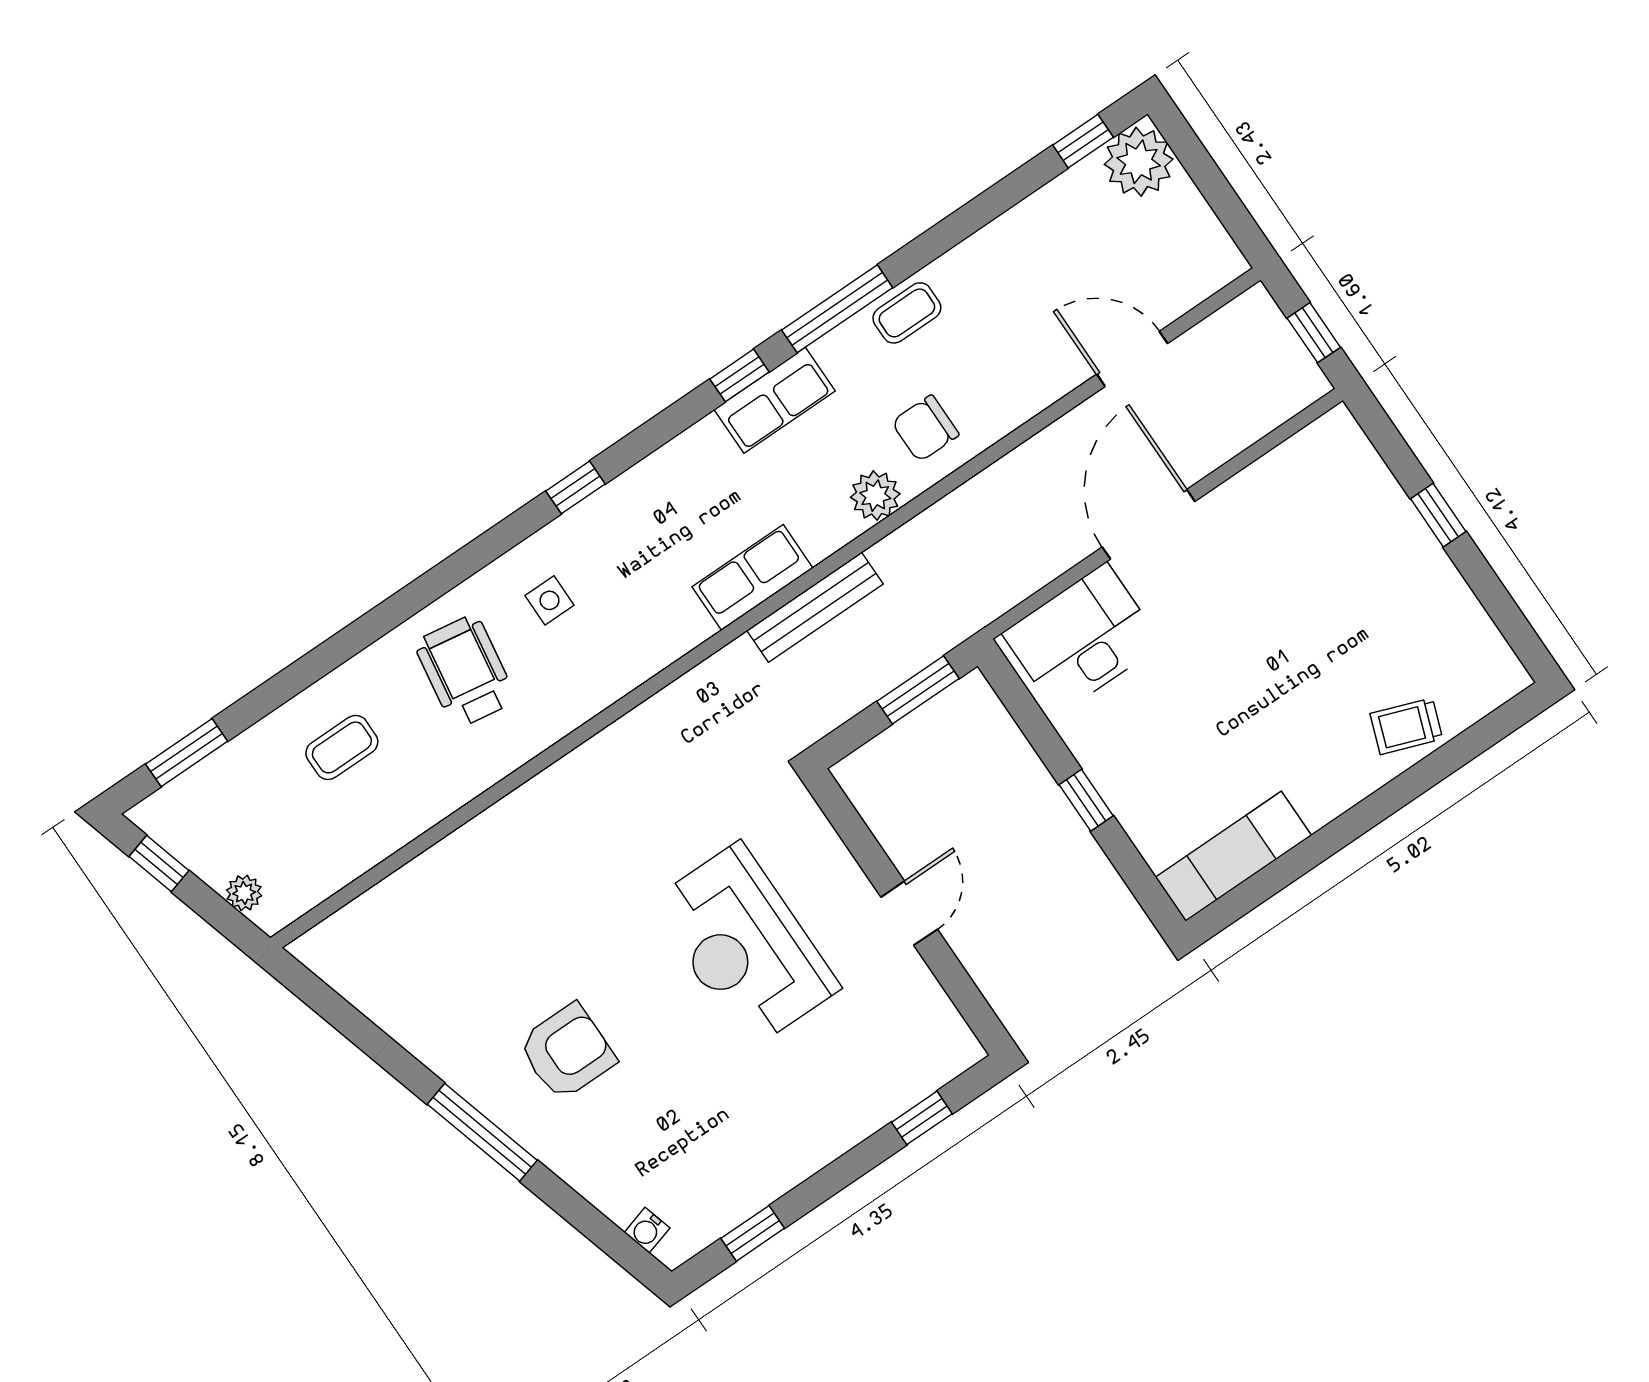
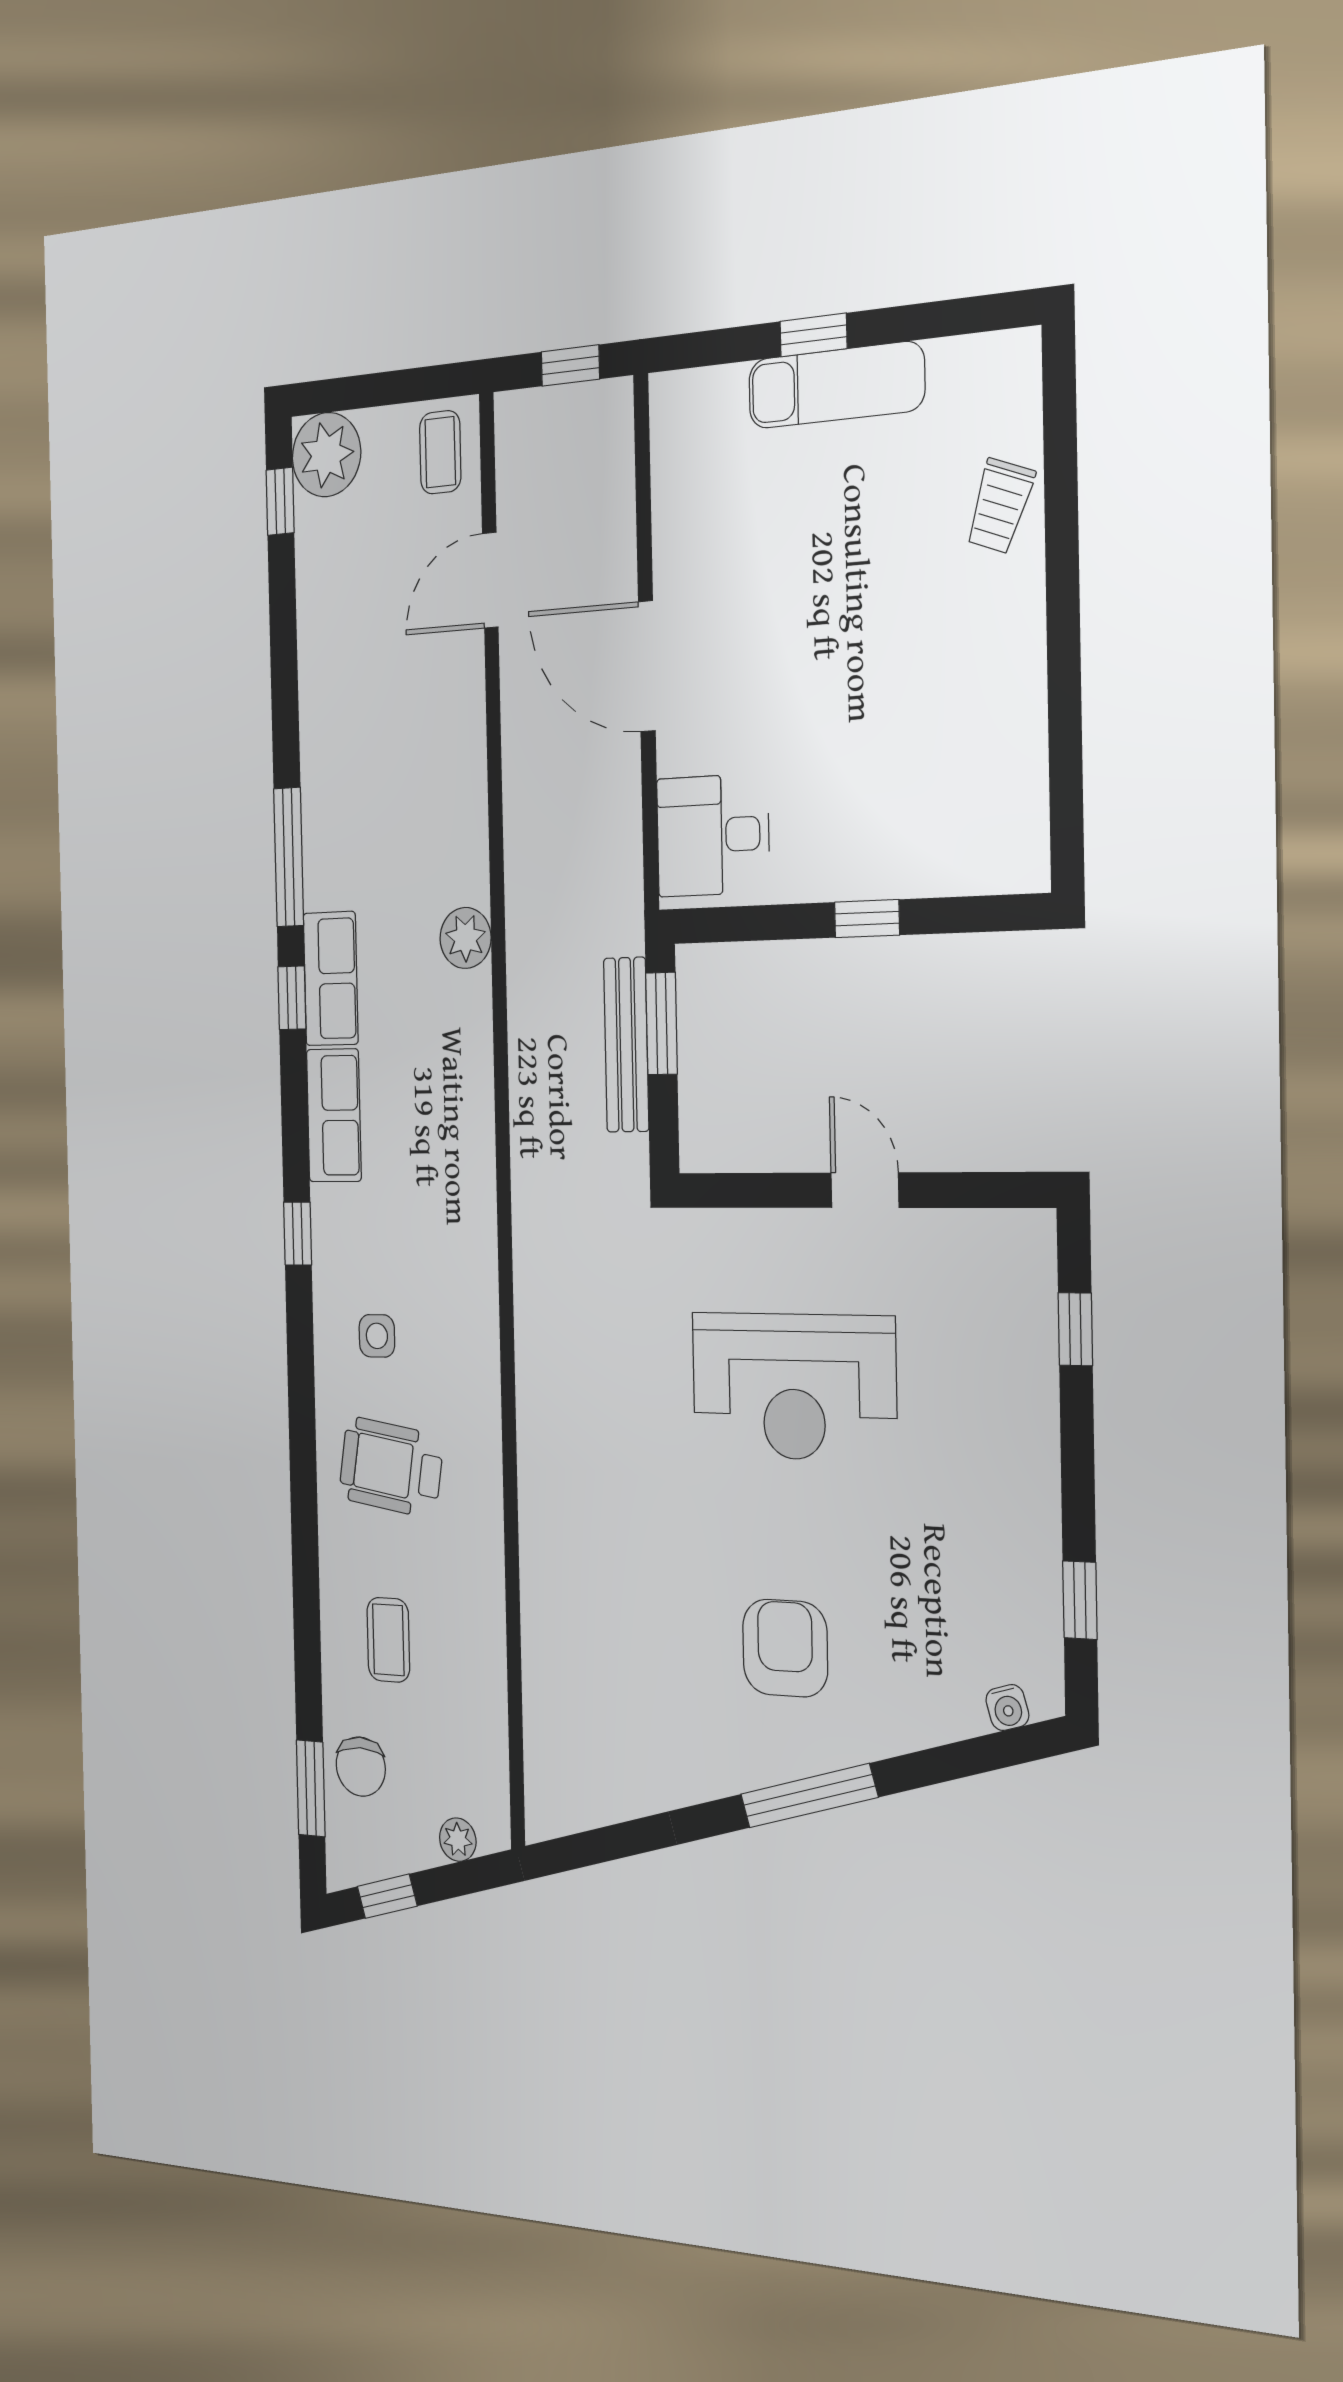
coffee table: (907, 313) -> (440, 452), moved
chair: (925, 428) -> (361, 1767), moved
row of seats: (752, 578) -> (334, 1115), moved, turned 180
bench: (815, 607) -> (626, 1045), moved
desk: (1082, 639) -> (713, 835), width x0.73
exam couch: (1233, 856) -> (836, 385), moved, turned -90

